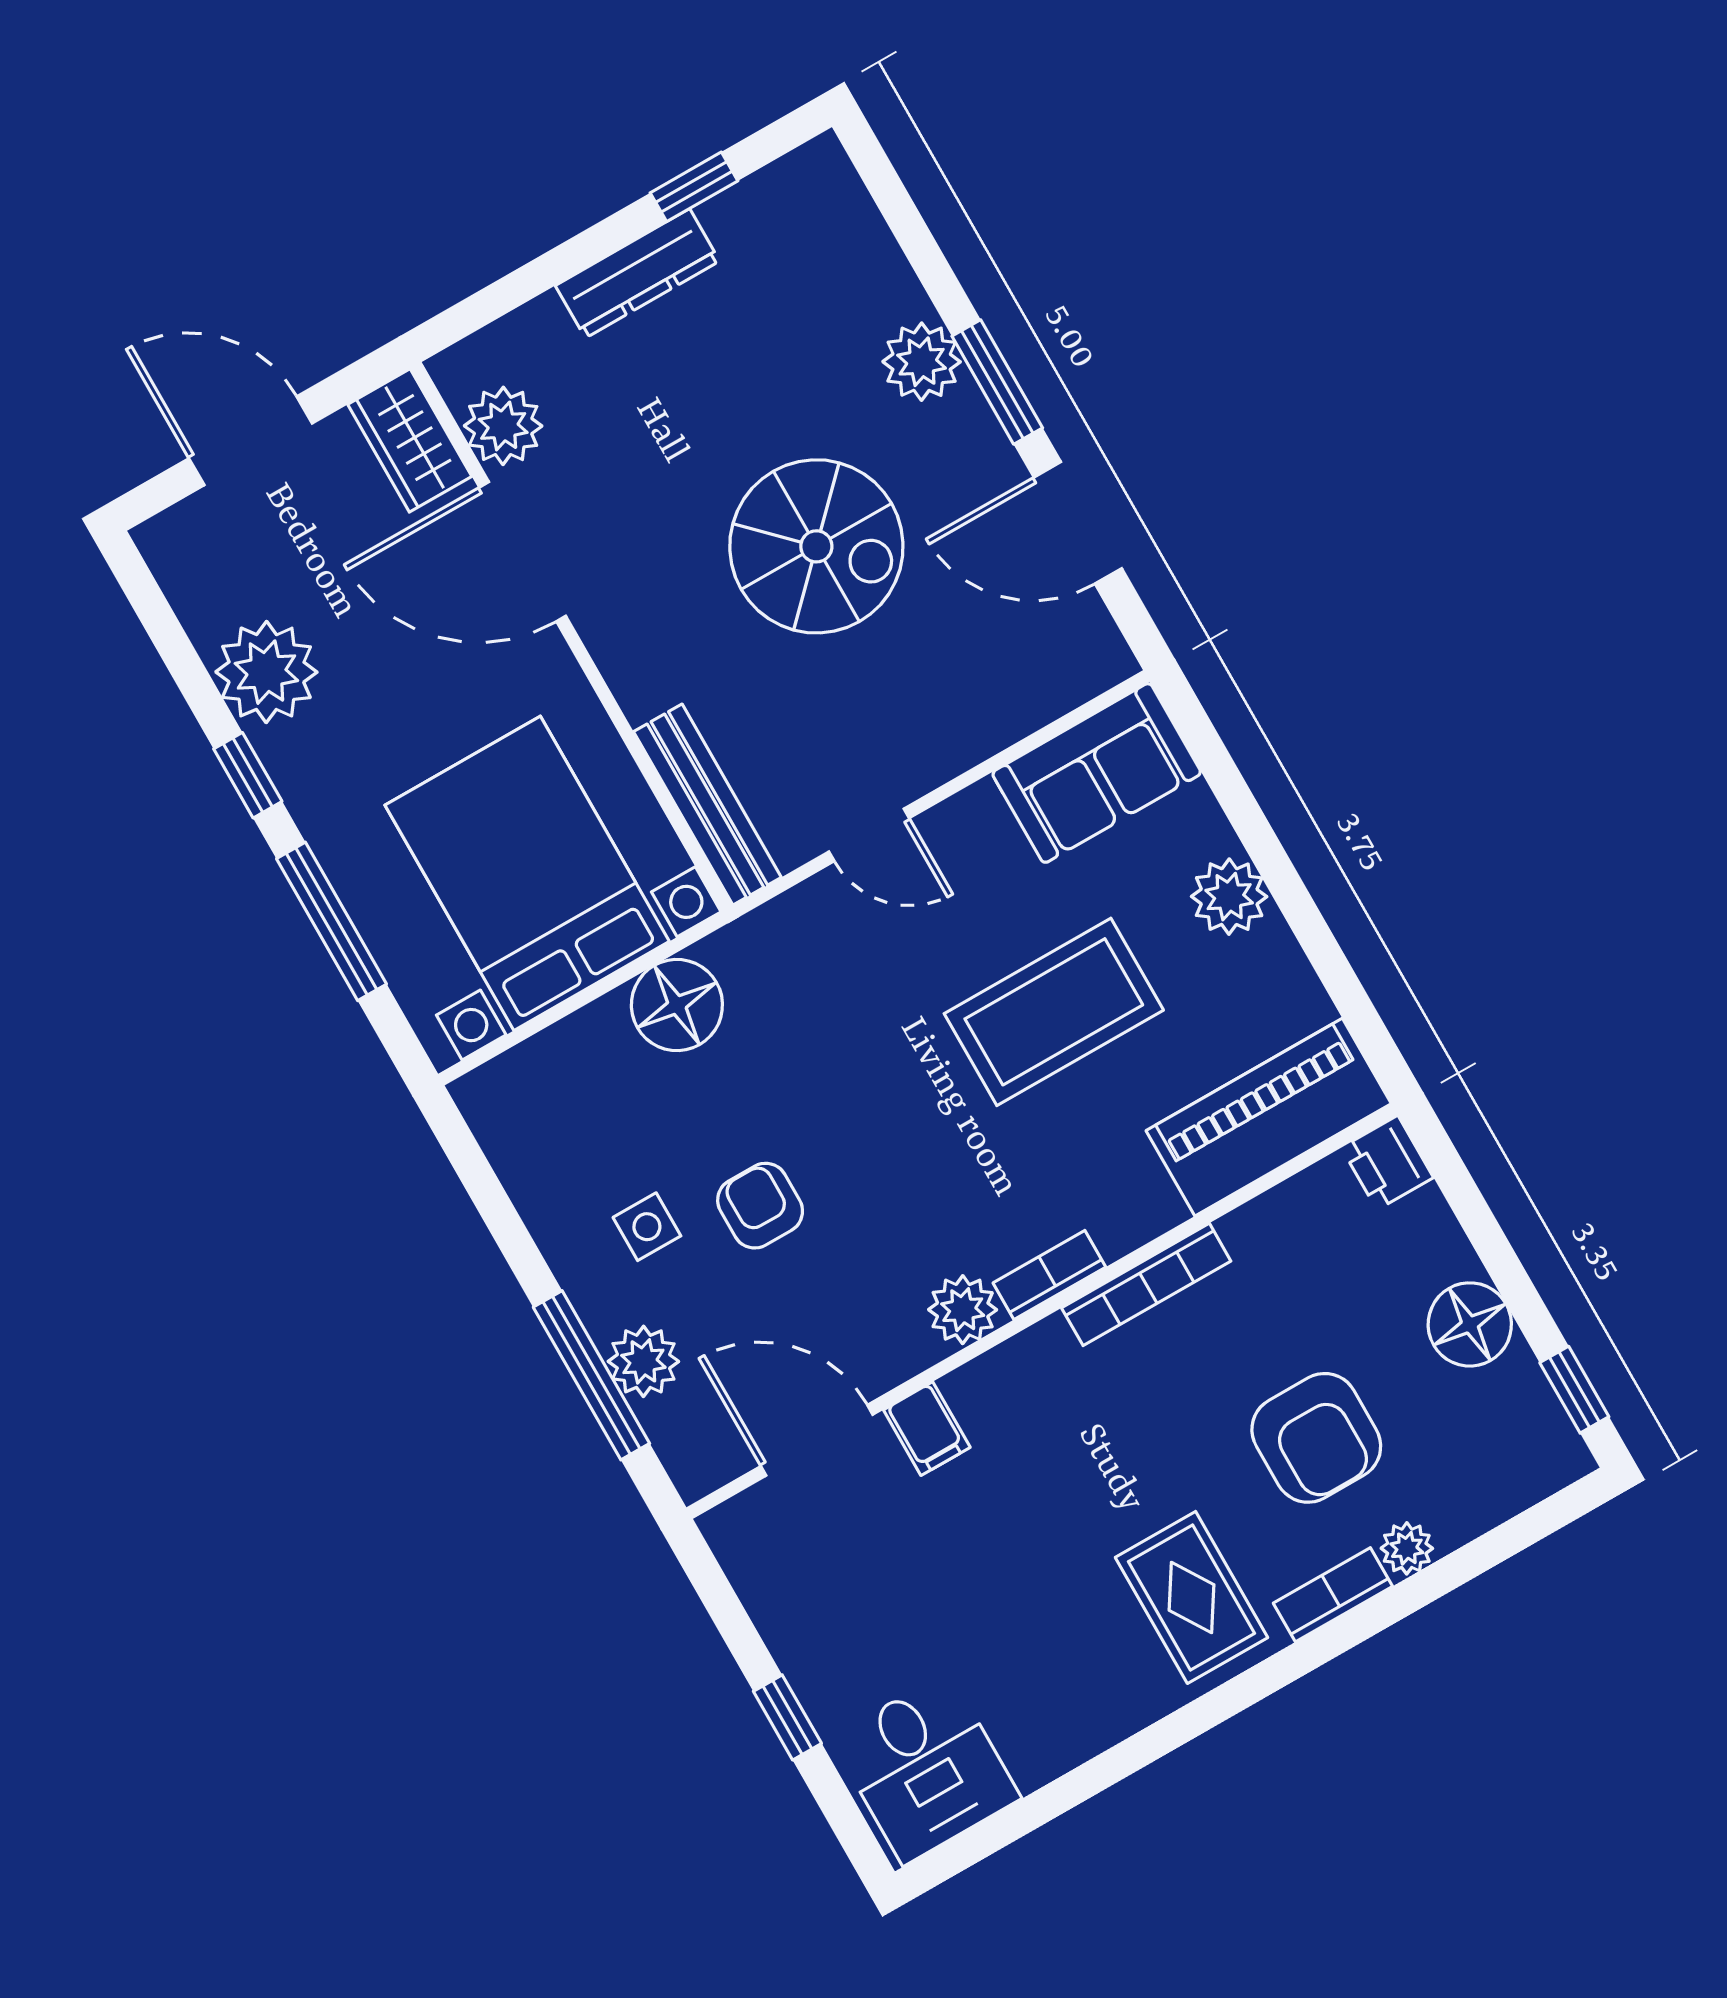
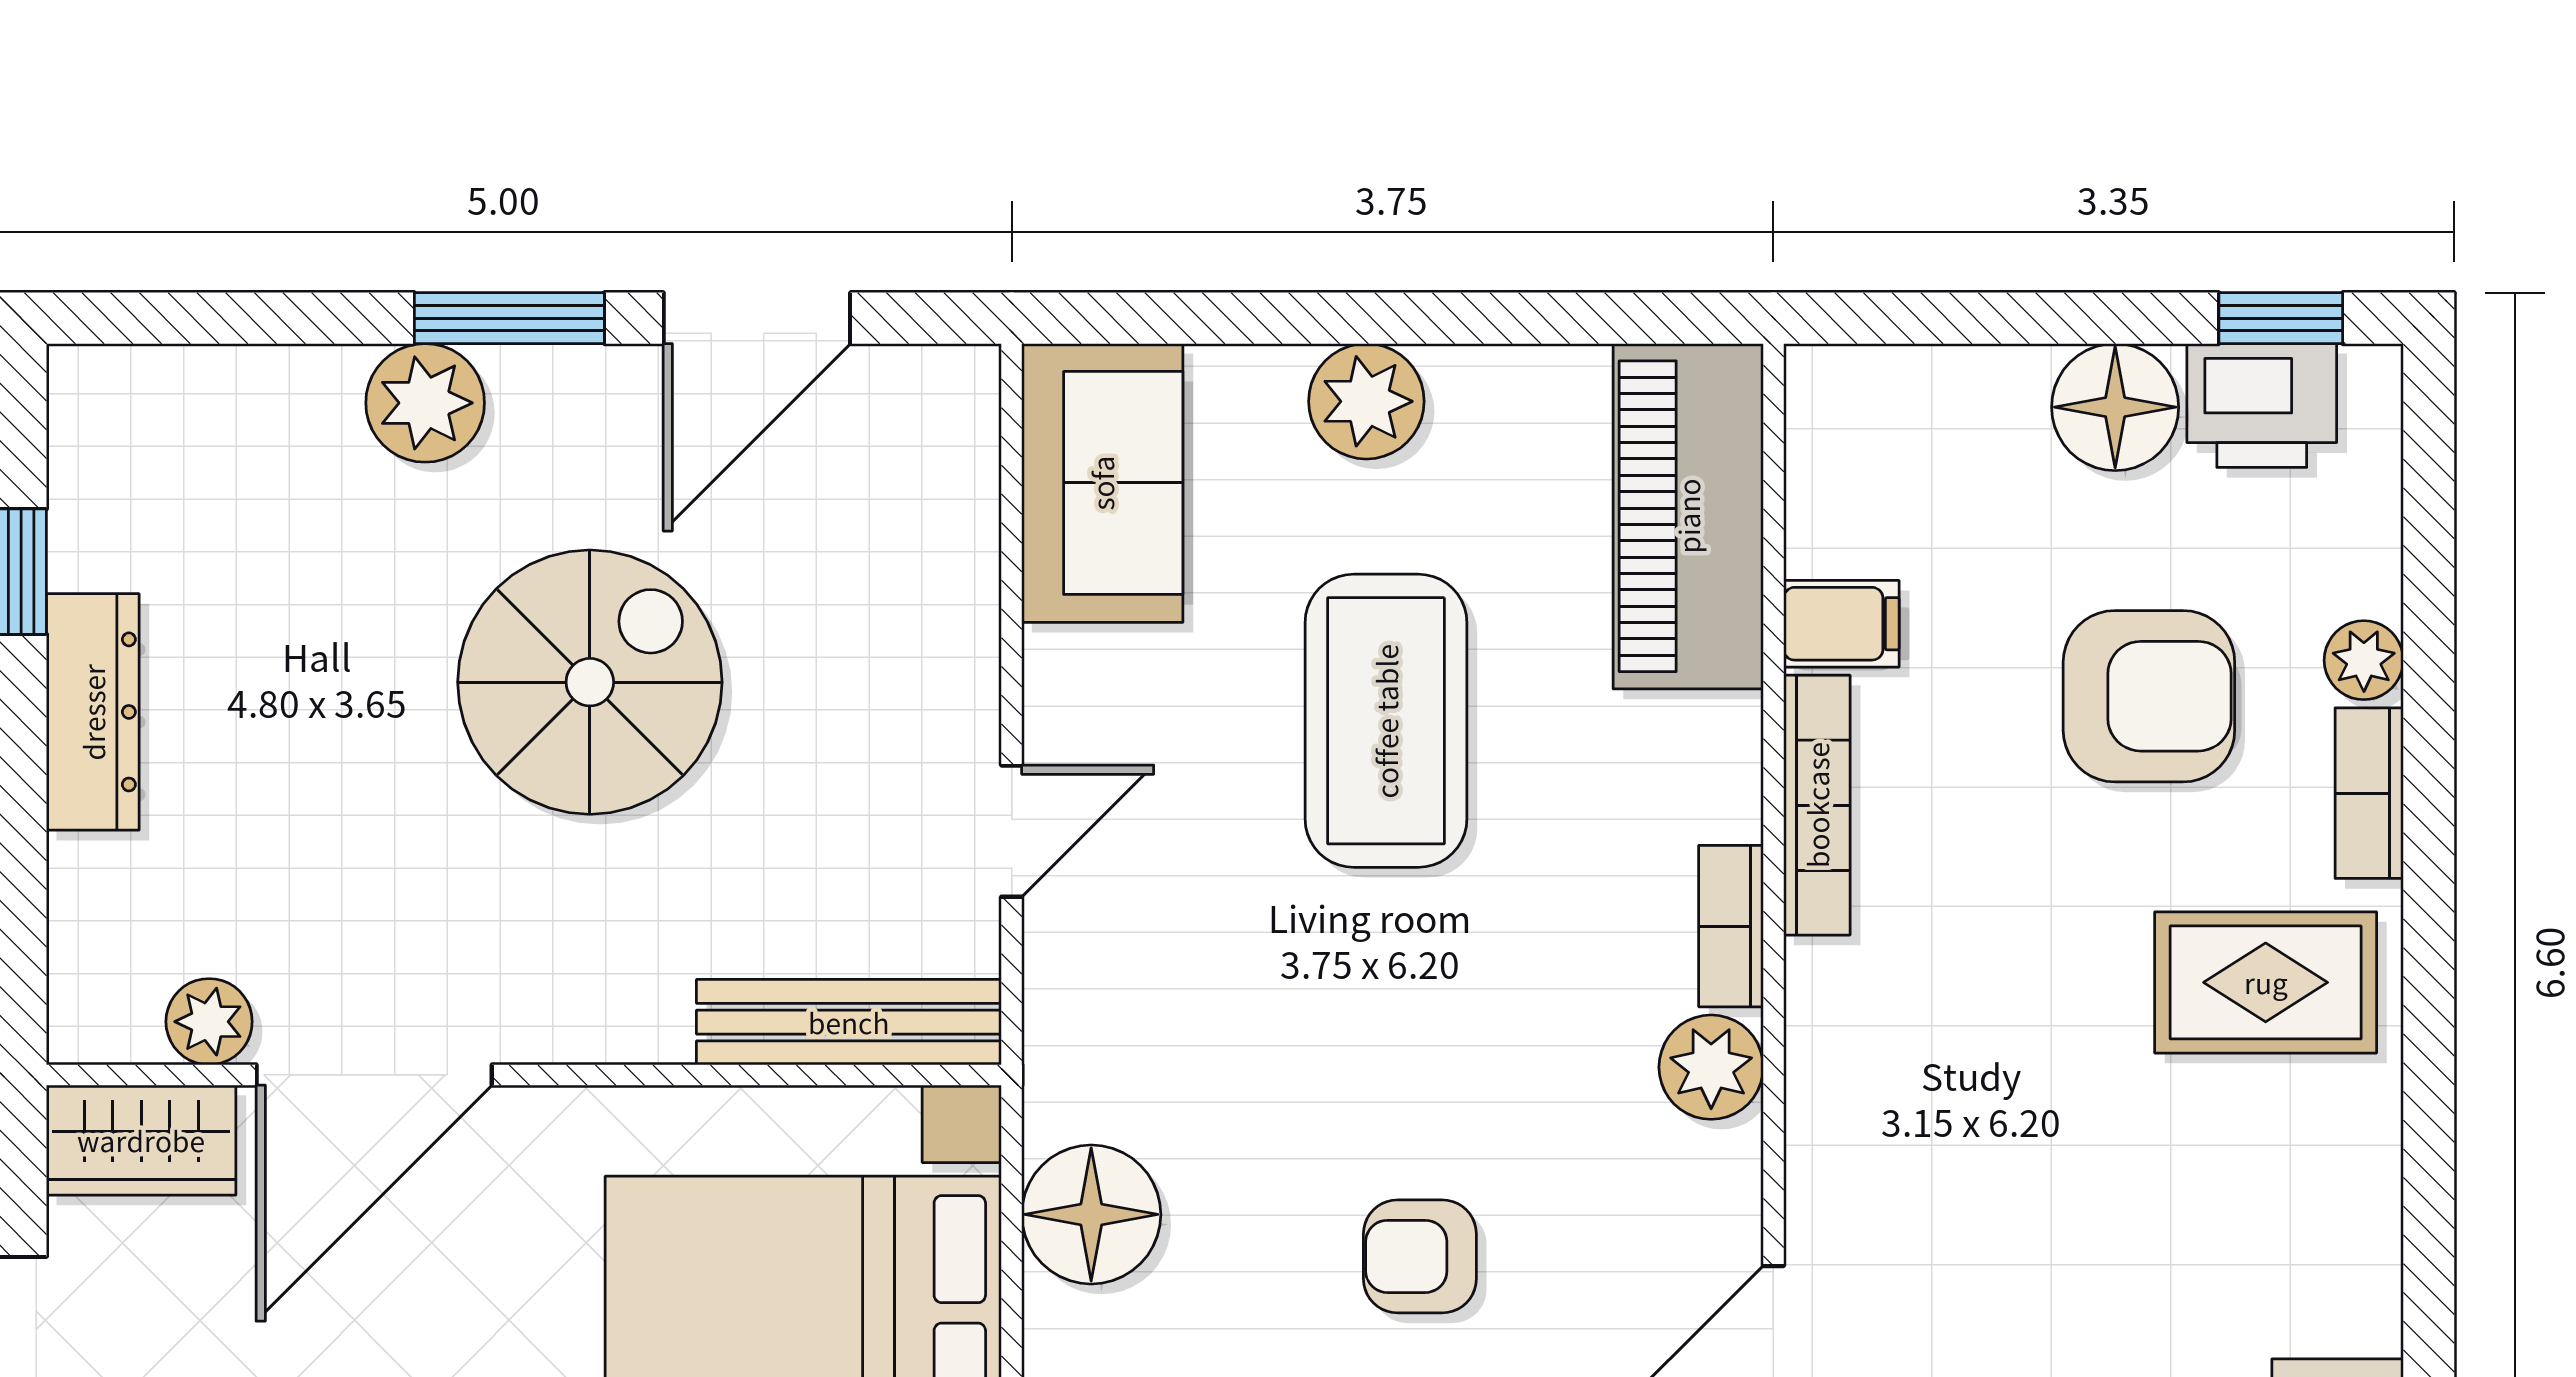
plant: (503, 426) -> (209, 1022), width x0.73, depth x0.73
printer: (1387, 1163) -> (2262, 405), moved, width x1.36, depth x1.24
filing cabinet: (927, 1429) -> (1841, 624), moved

